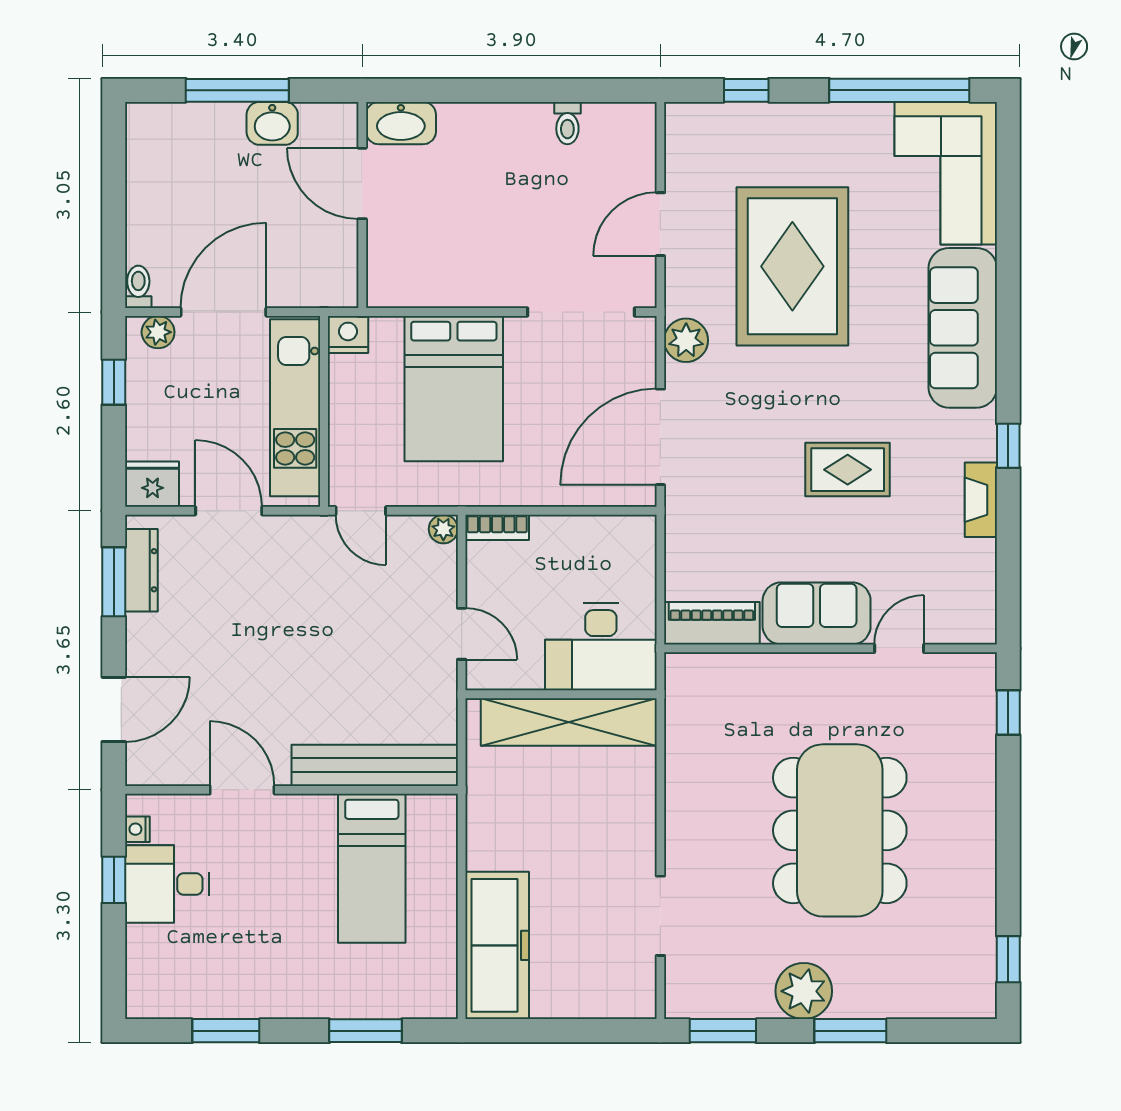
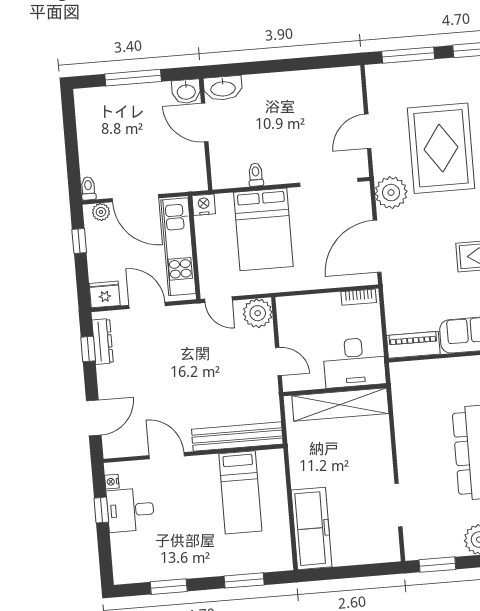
window: (746, 90) -> (408, 55), width x2.17
washbasin: (272, 123) -> (186, 91), moved
toilet: (567, 123) -> (256, 175), moved, turned 180
door: (223, 312) -> (135, 198), swing flipped
plant: (686, 340) -> (391, 193), width x1.36, depth x1.36
bookcase: (497, 527) -> (359, 297), moved
plant: (443, 529) -> (258, 313), width x1.88, depth x1.88
window: (114, 582) -> (88, 349), width x0.67

